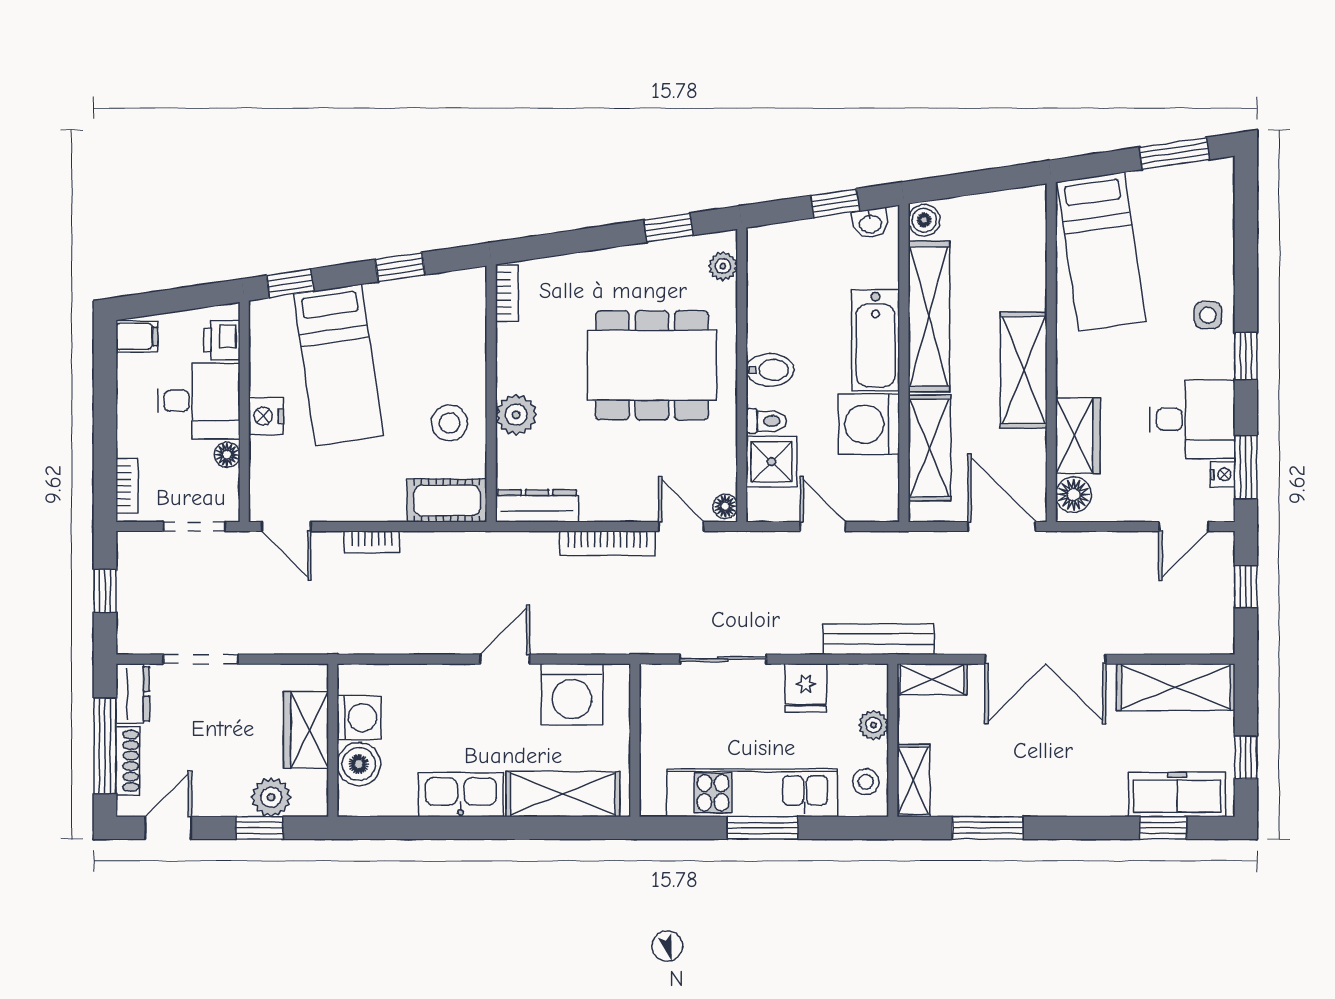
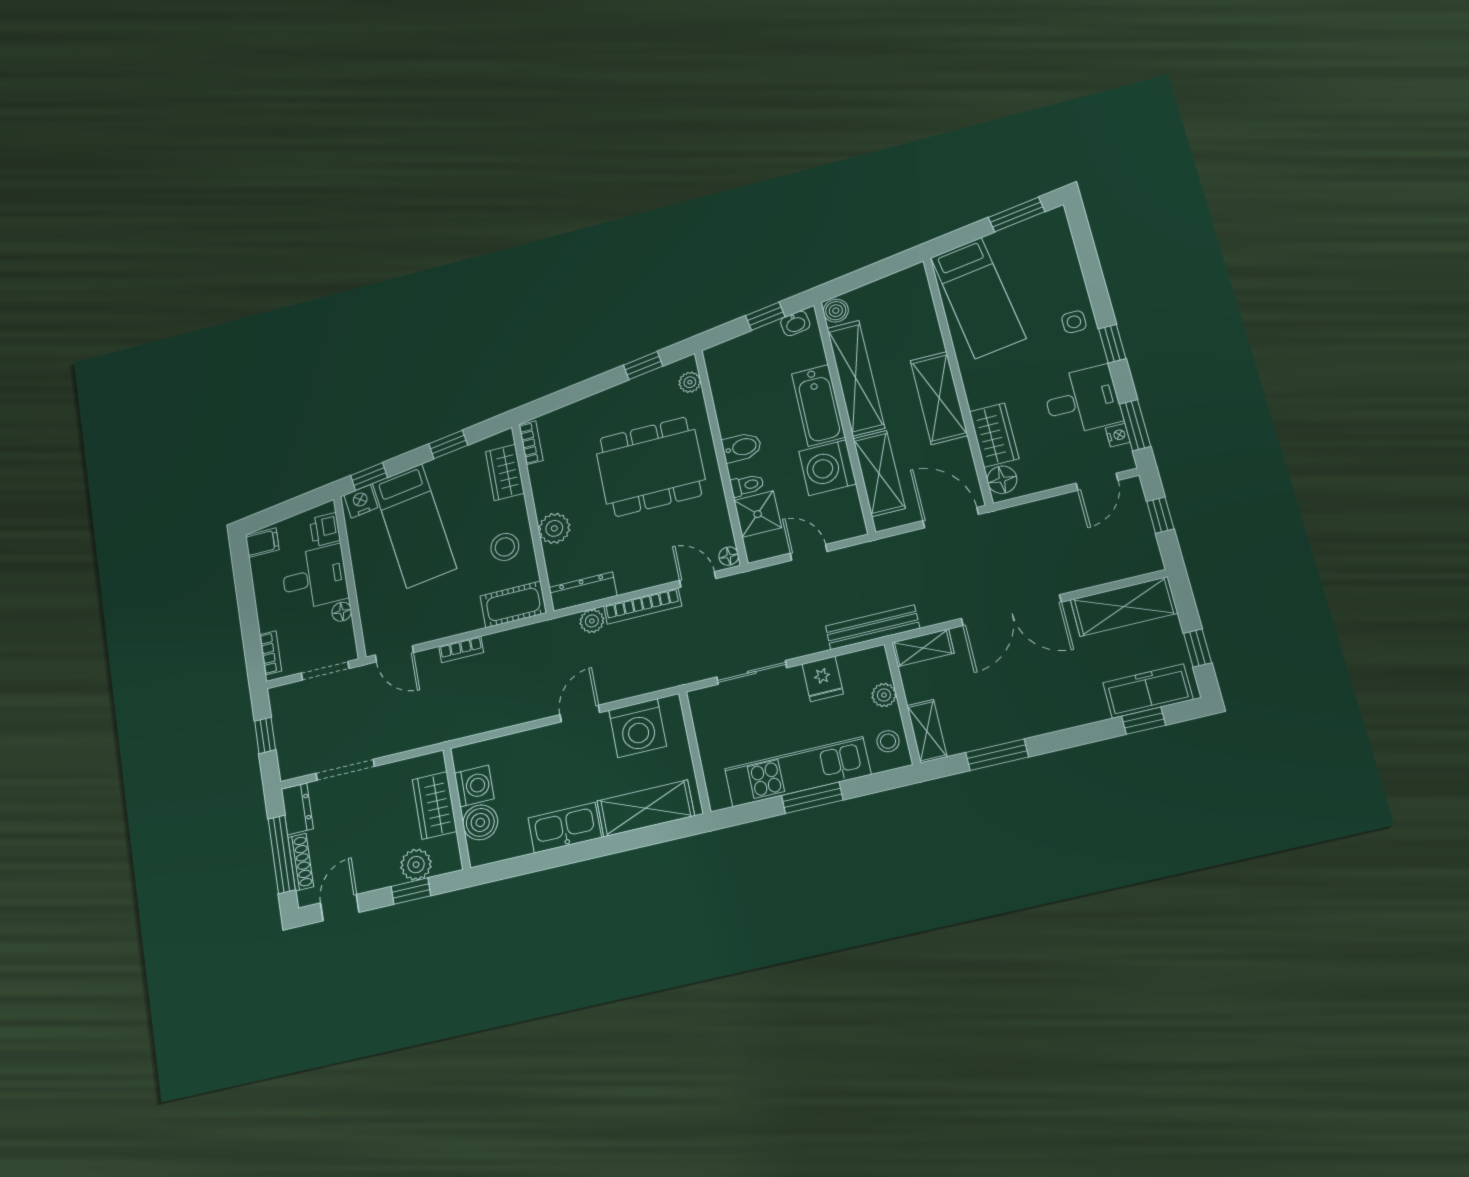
wardrobe: (467, 324) -> (505, 472), added
nightstand: (266, 416) -> (361, 501), moved, turned 82
plant: (541, 546) -> (592, 621), added

